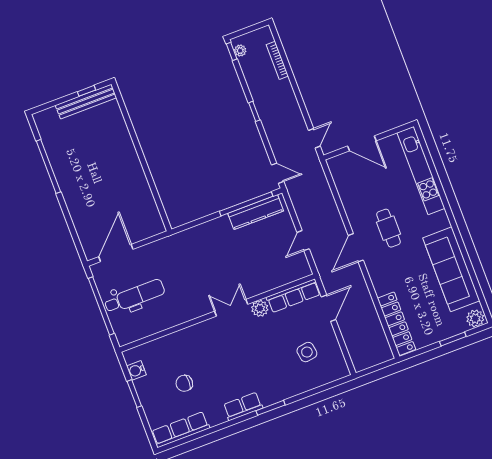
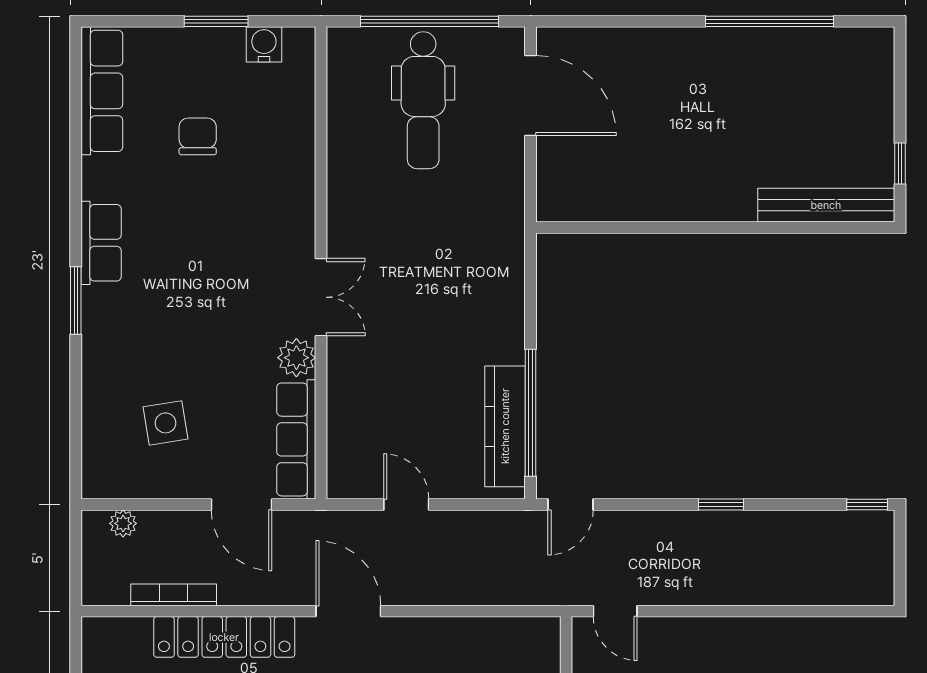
plant: (240, 51) -> (123, 523), moved
bookcase: (277, 60) -> (174, 595), moved
bench: (86, 101) -> (826, 205), moved, turned 90
locker: (397, 324) -> (224, 637), moved

